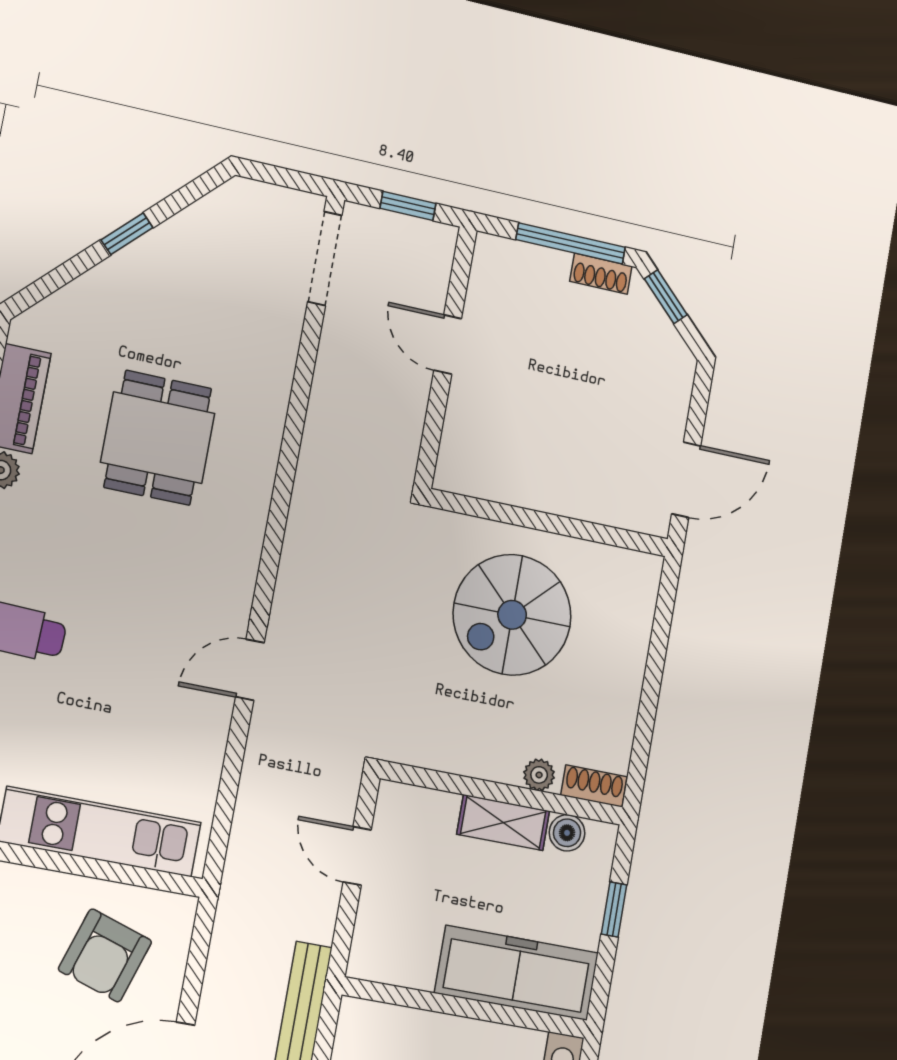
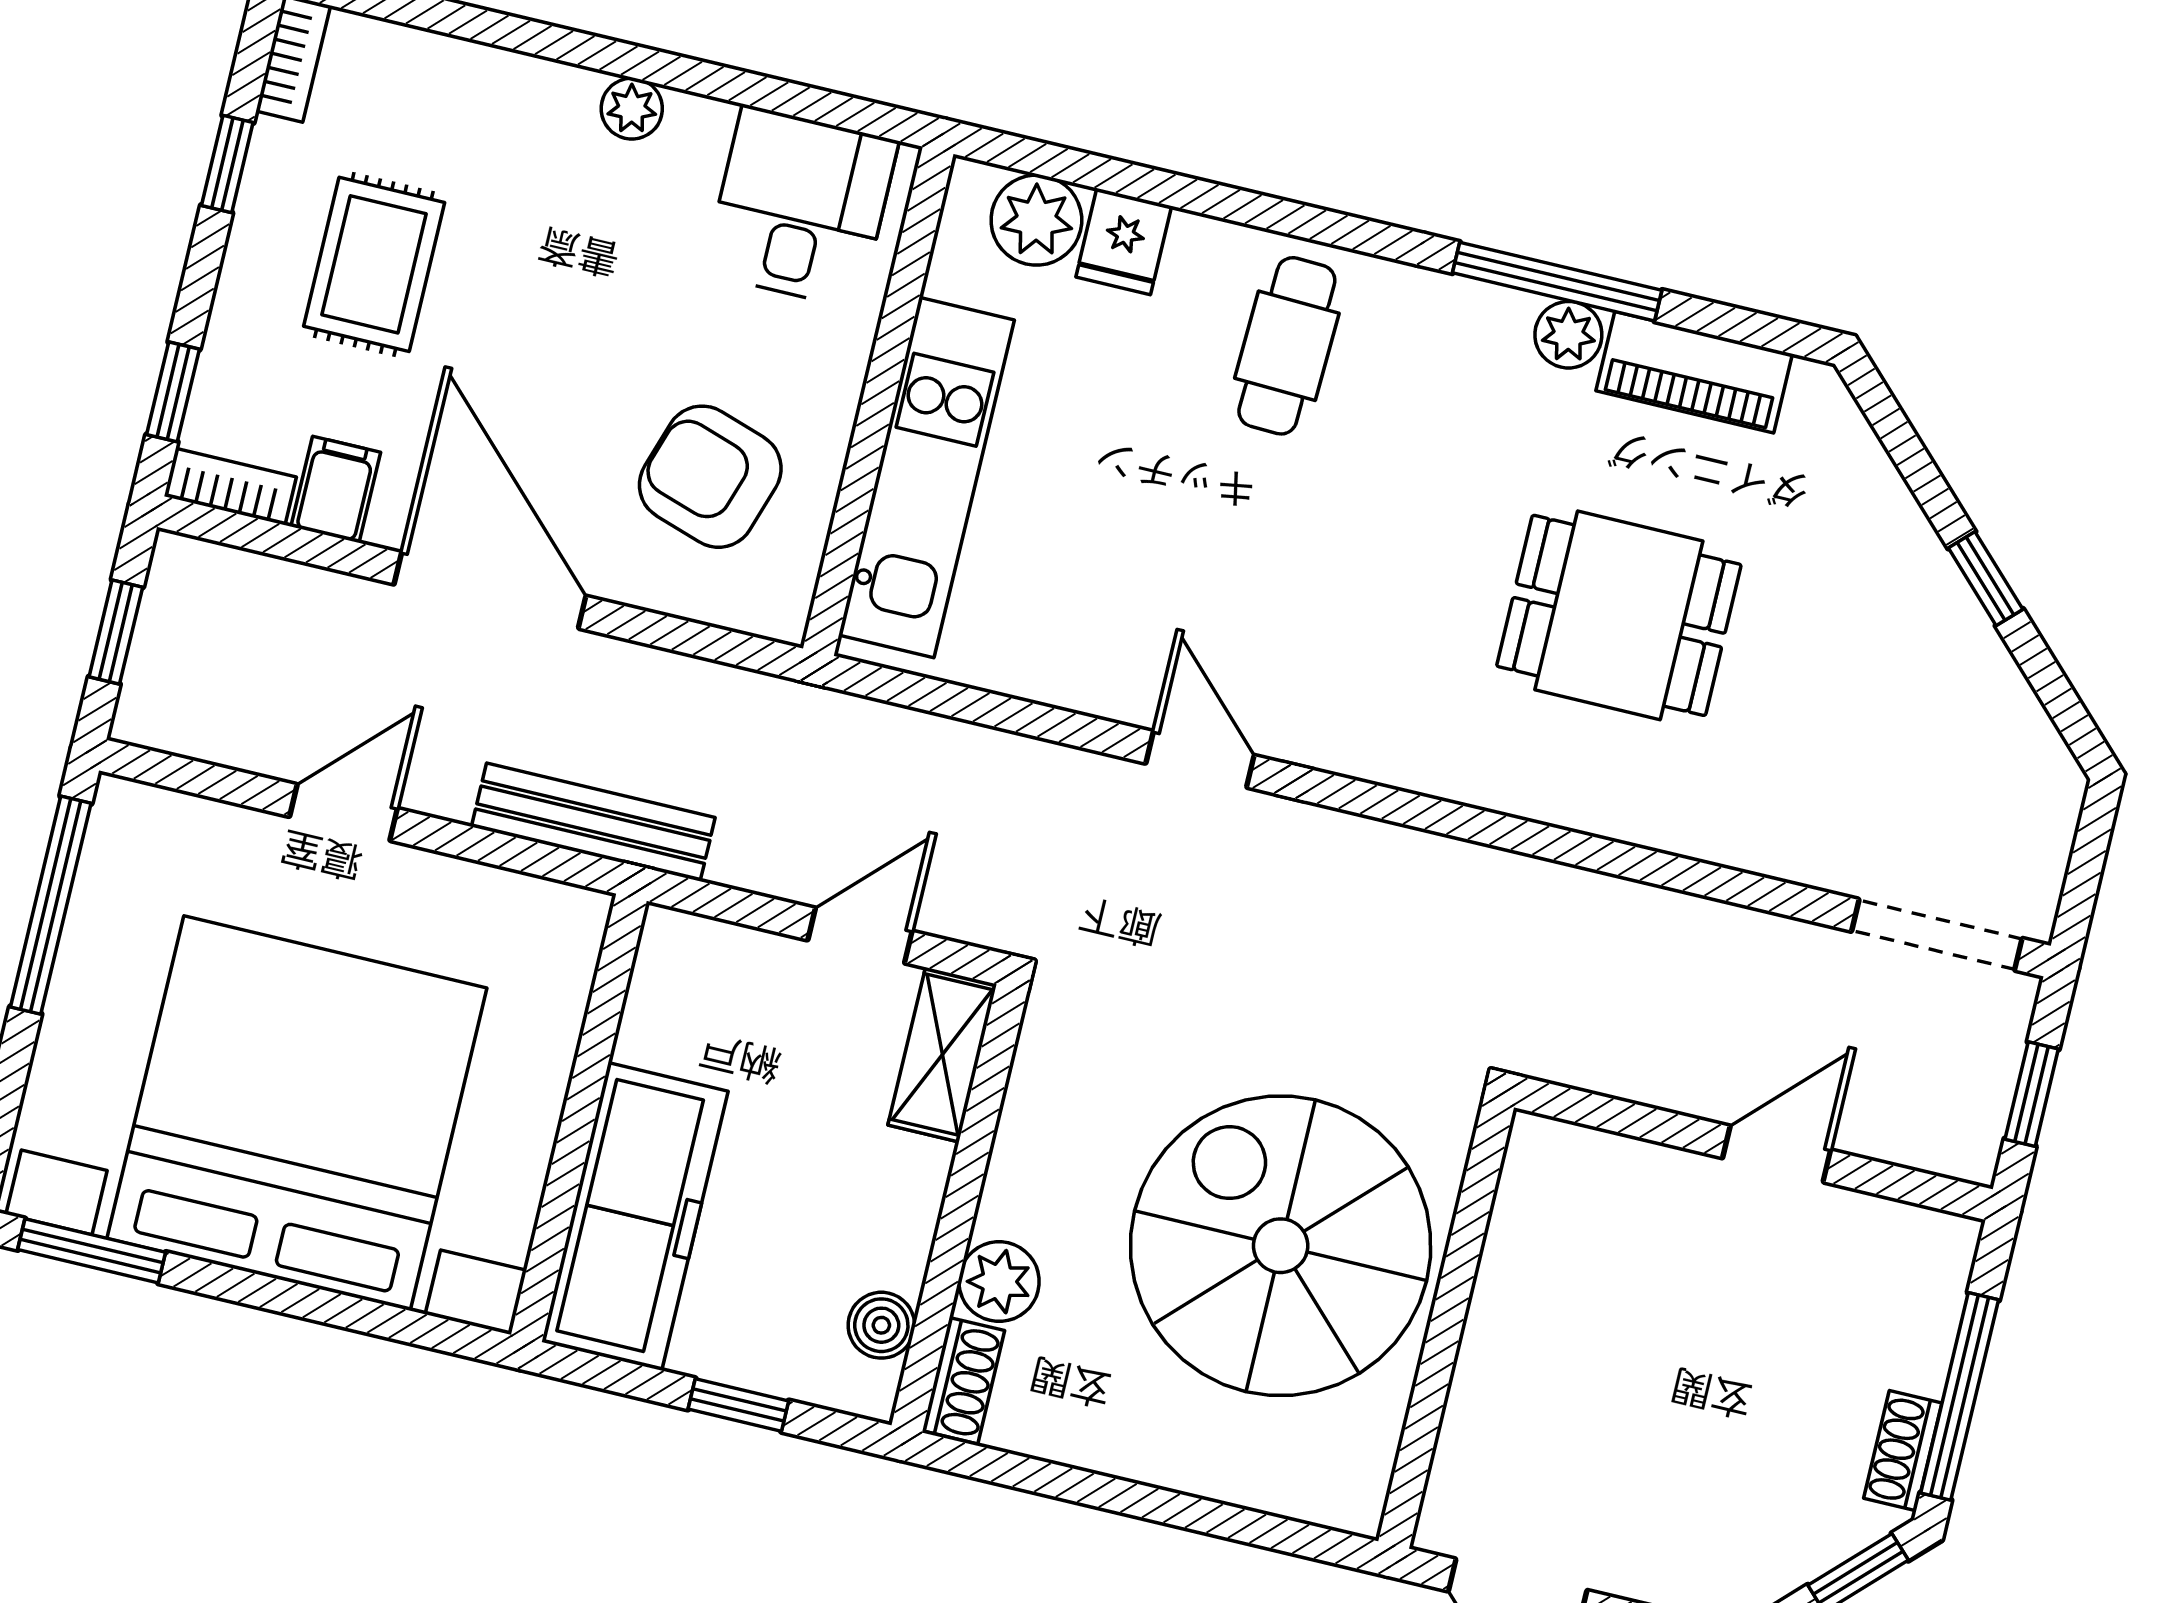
spiral stairs: (512, 615) -> (1281, 1246), width x1.37, depth x1.37
plant: (539, 775) -> (999, 1282), width x1.38, depth x1.38
shelving: (503, 823) -> (942, 1055), moved

